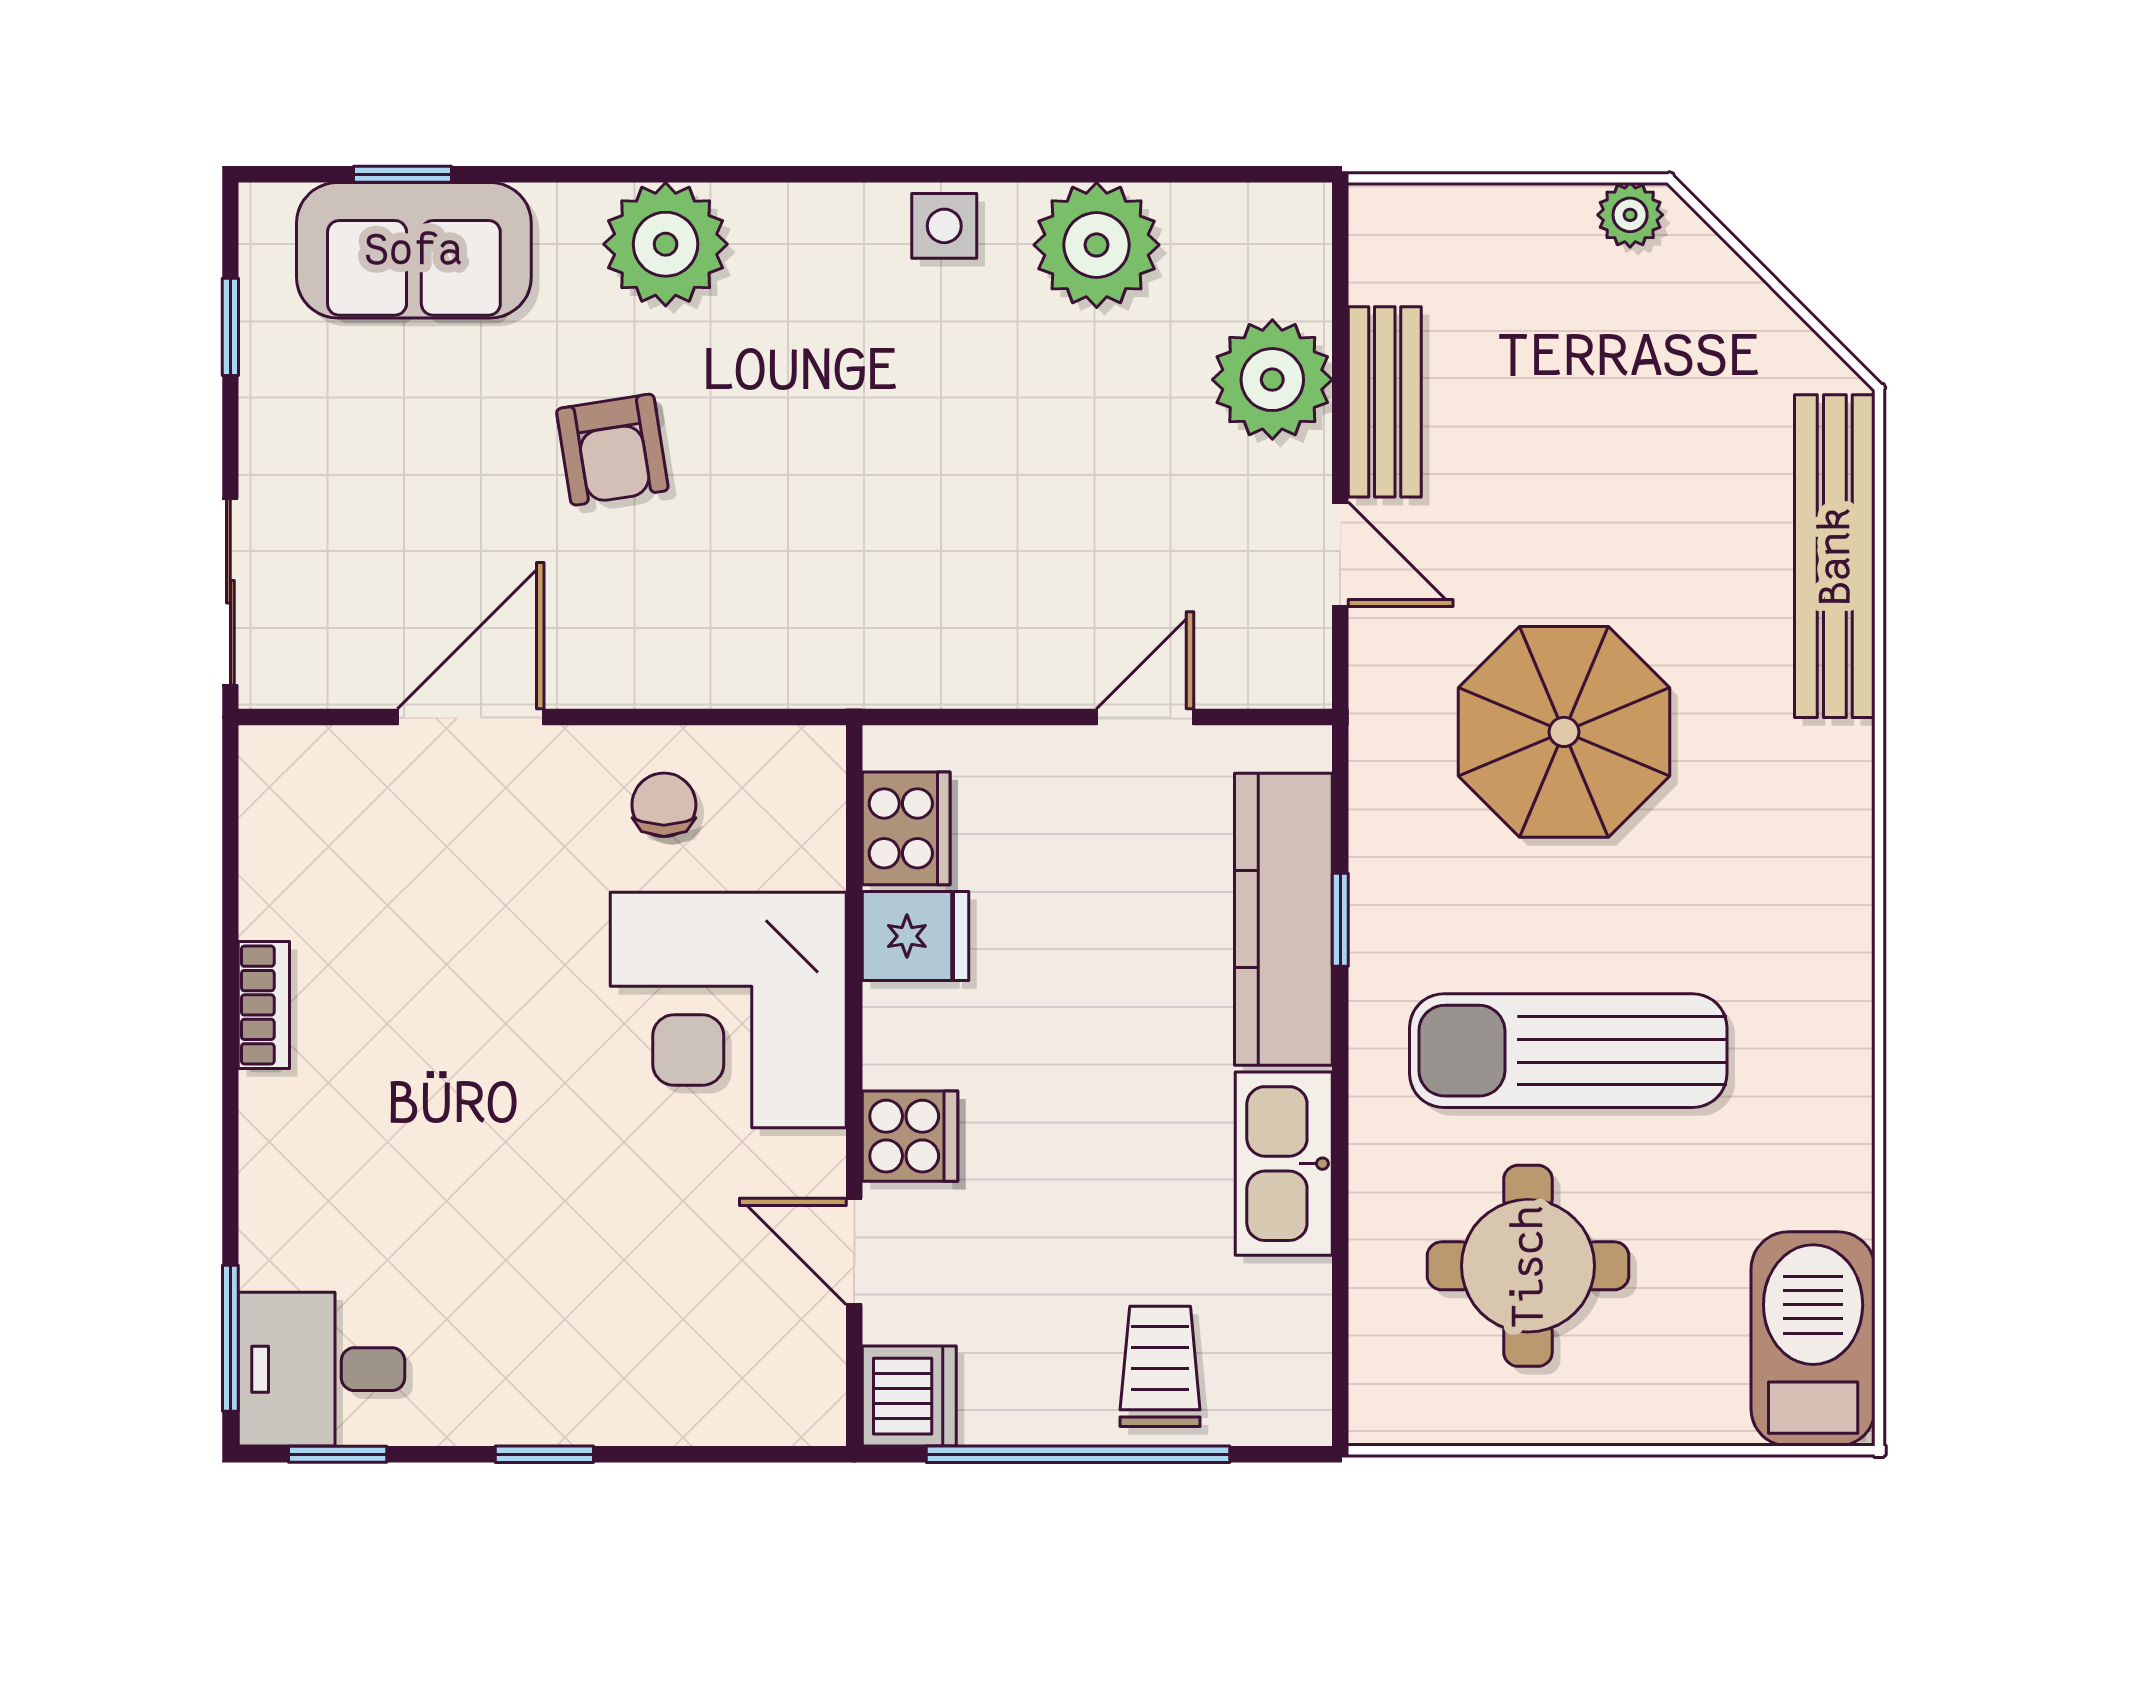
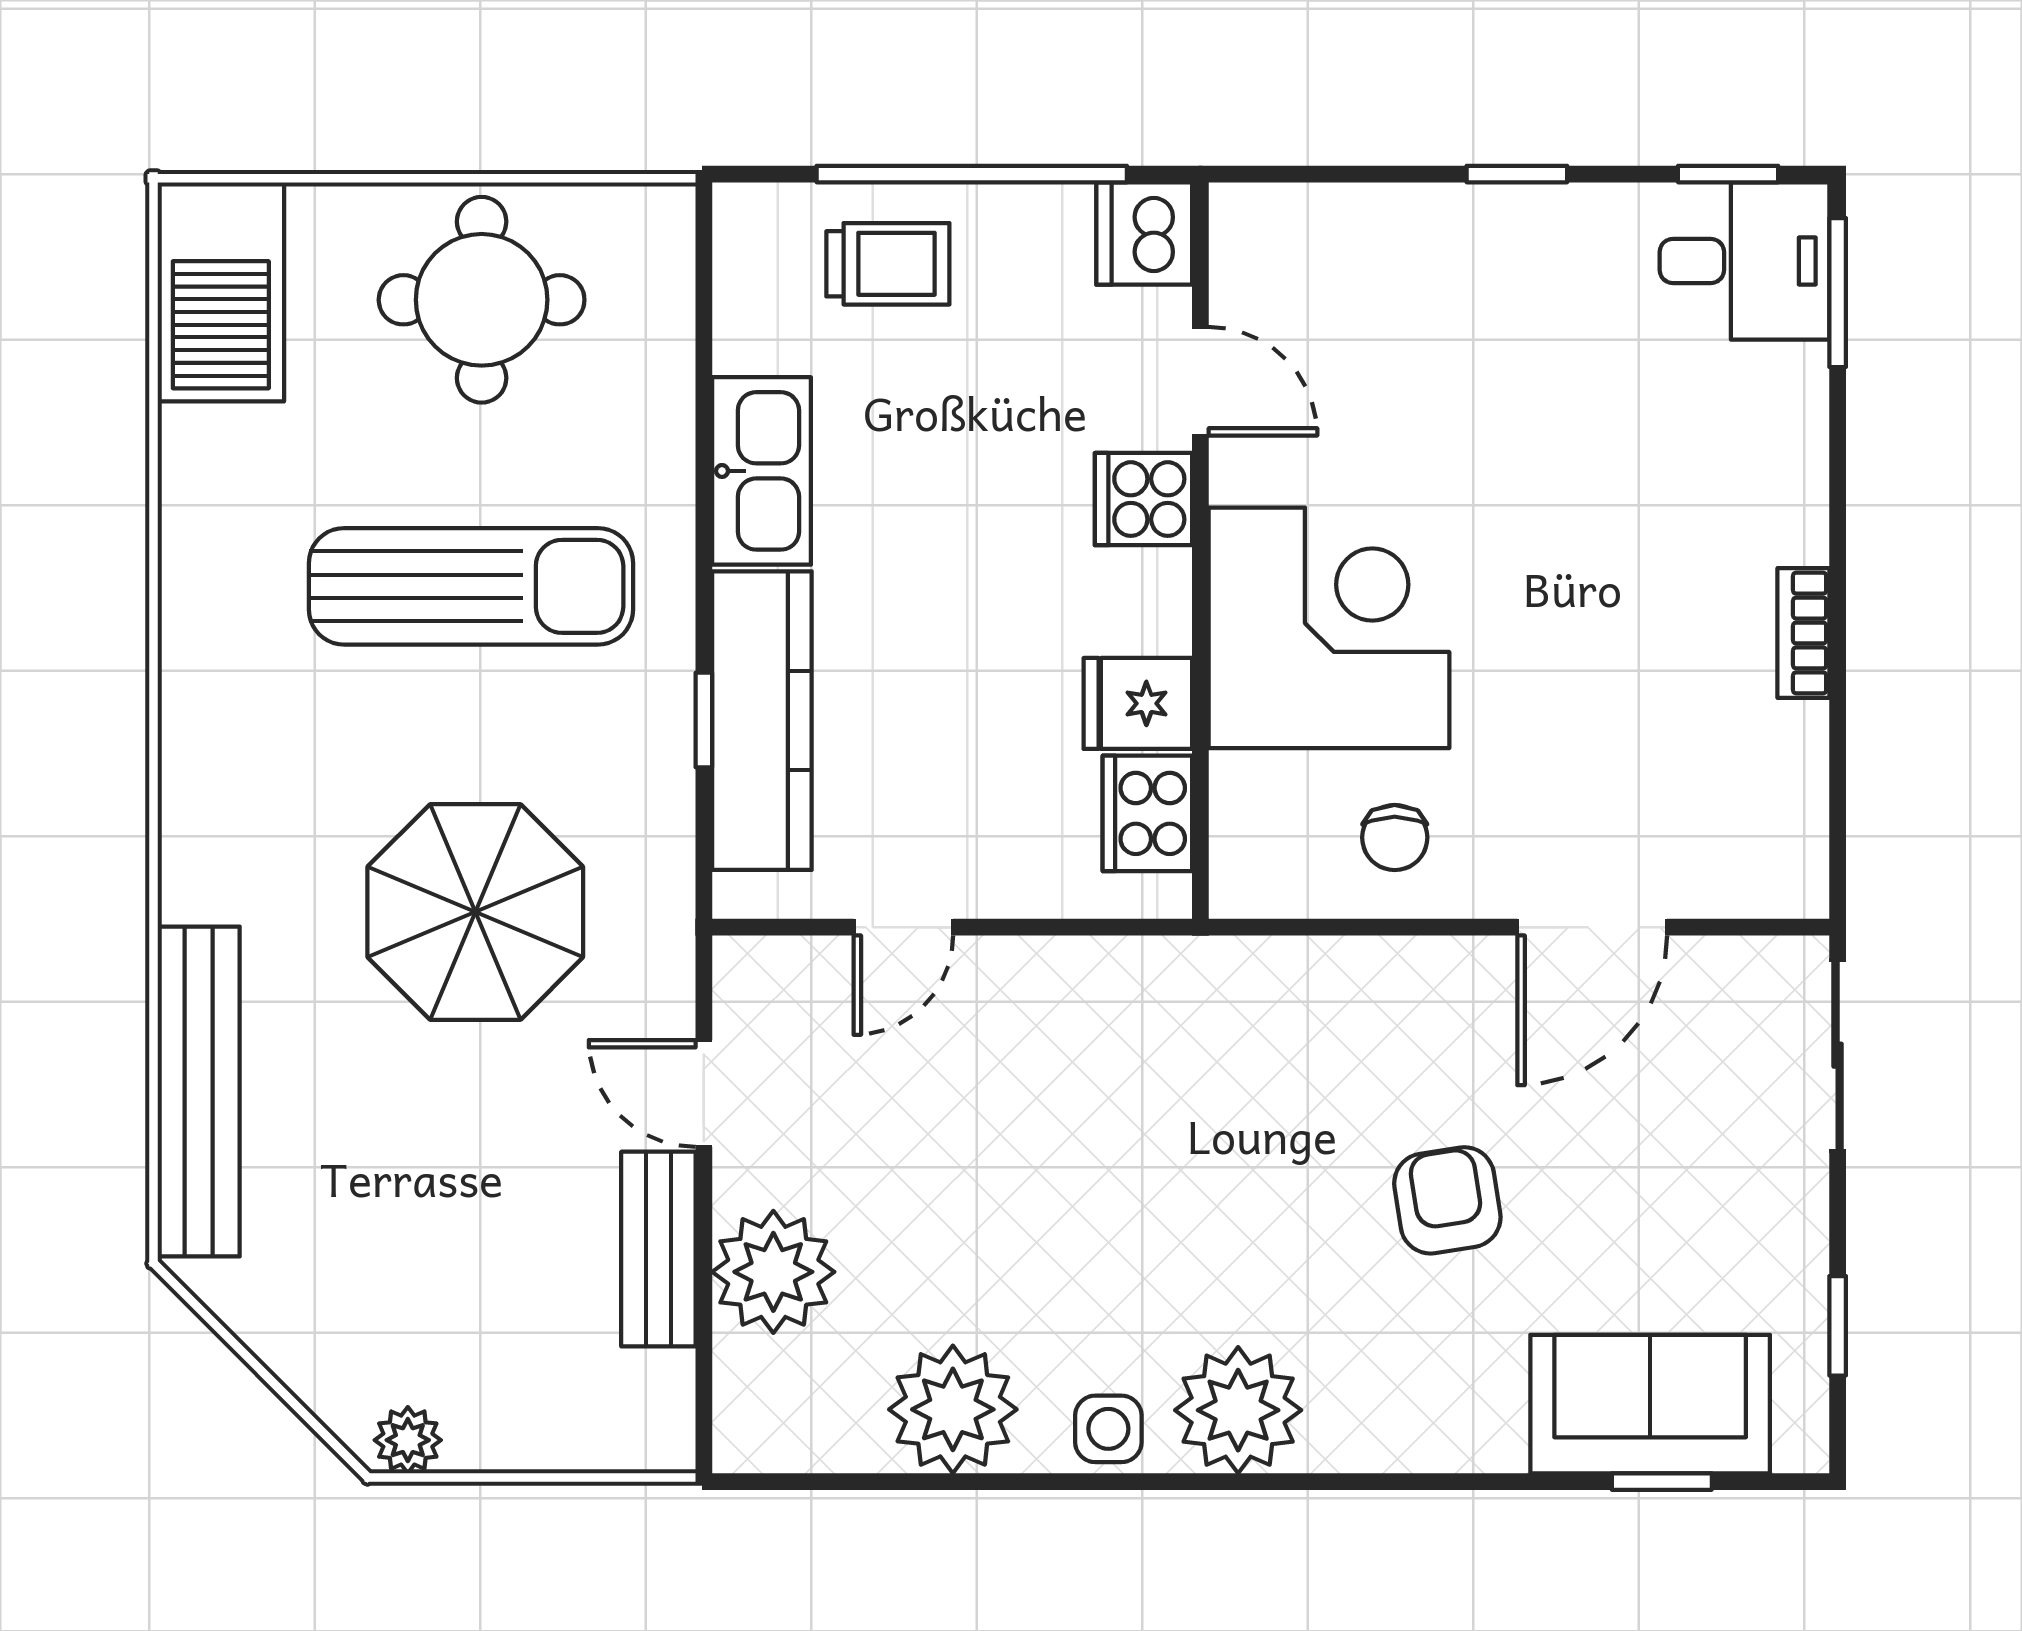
plant: (666, 244) -> (1238, 1410), moved
round table: (1528, 1266) -> (482, 300), moved
trolley: (1160, 1366) -> (888, 264), turned -90

